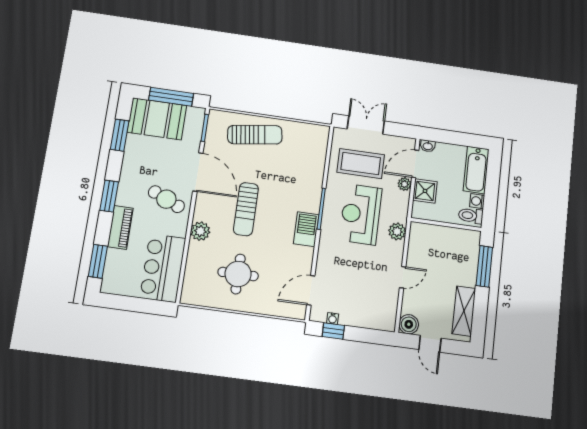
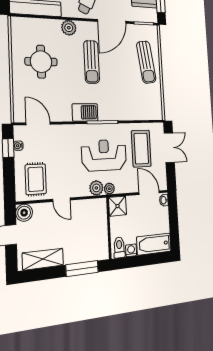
plant: (404, 184) -> (109, 189), moved
shower: (425, 191) -> (118, 206), moved
sun lounger: (246, 209) -> (92, 62), turned -90
rug: (374, 304) -> (36, 179), added

